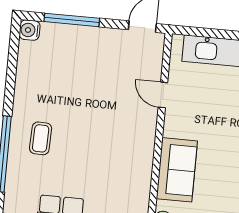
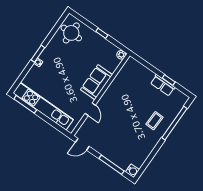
sofa: (177, 170) -> (96, 82), moved

